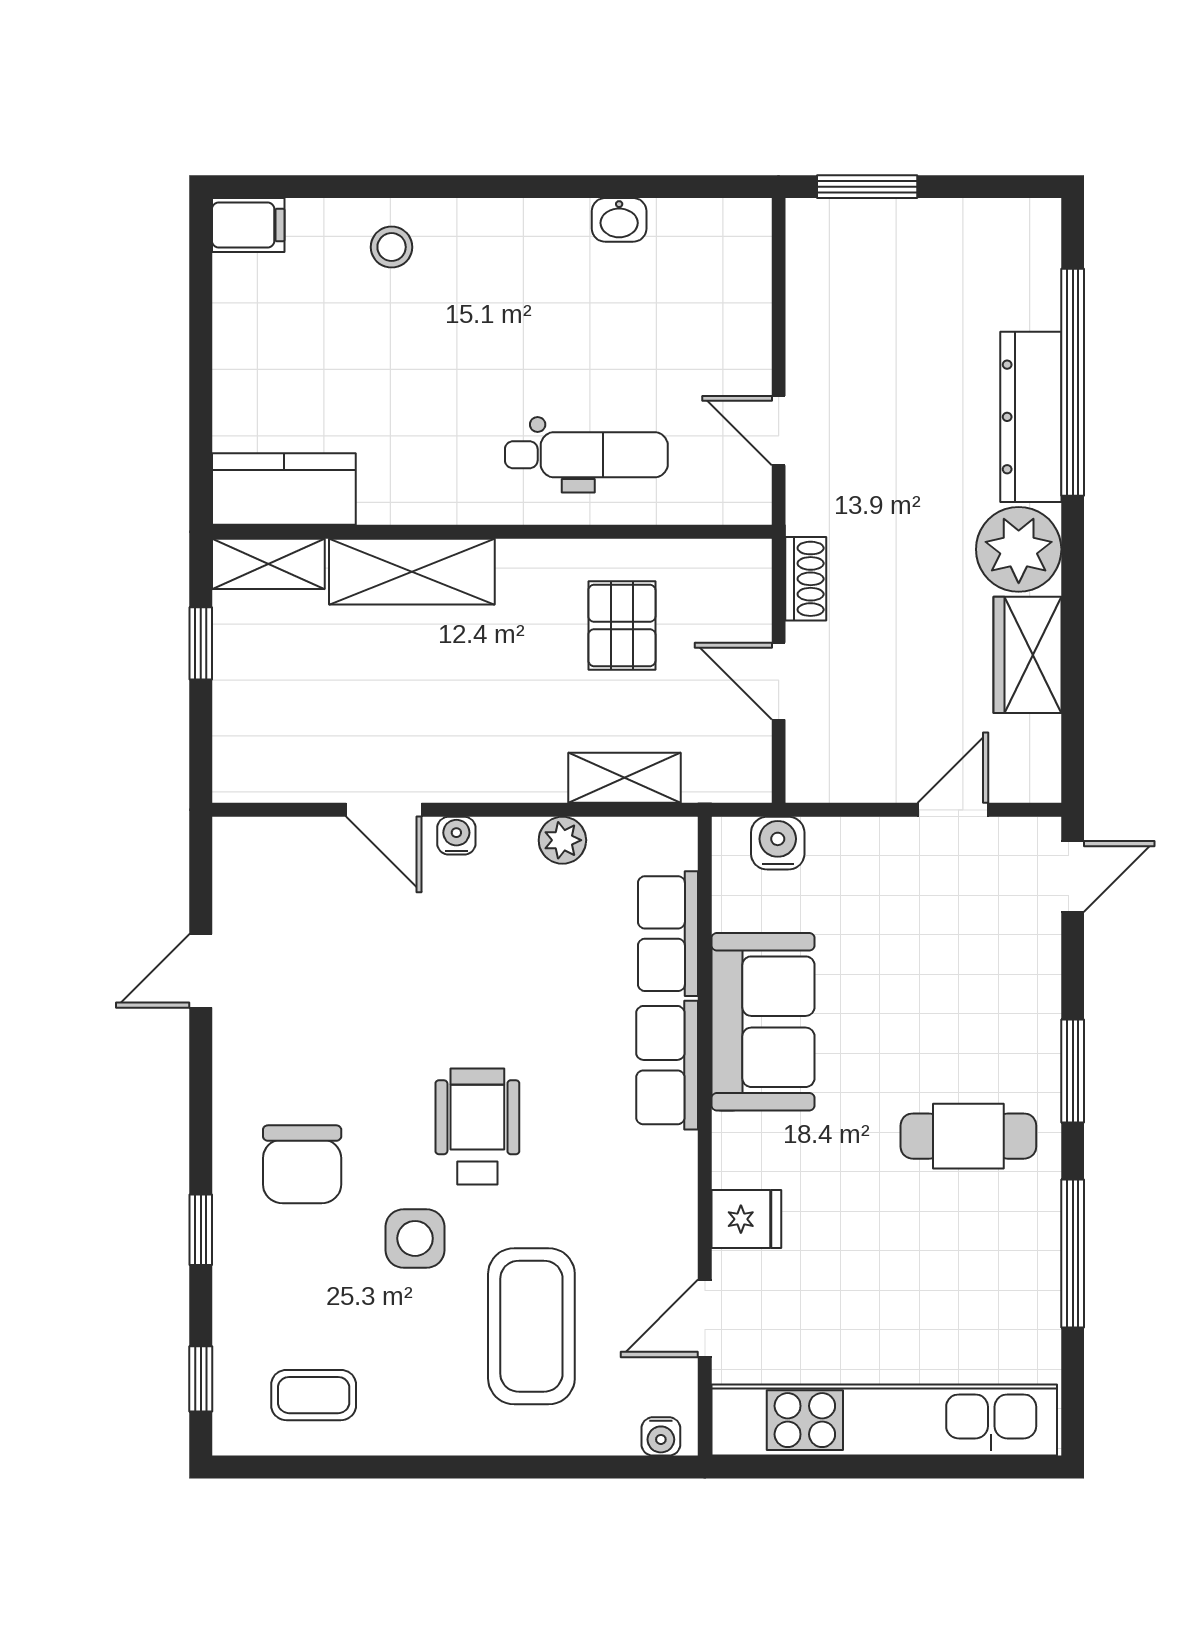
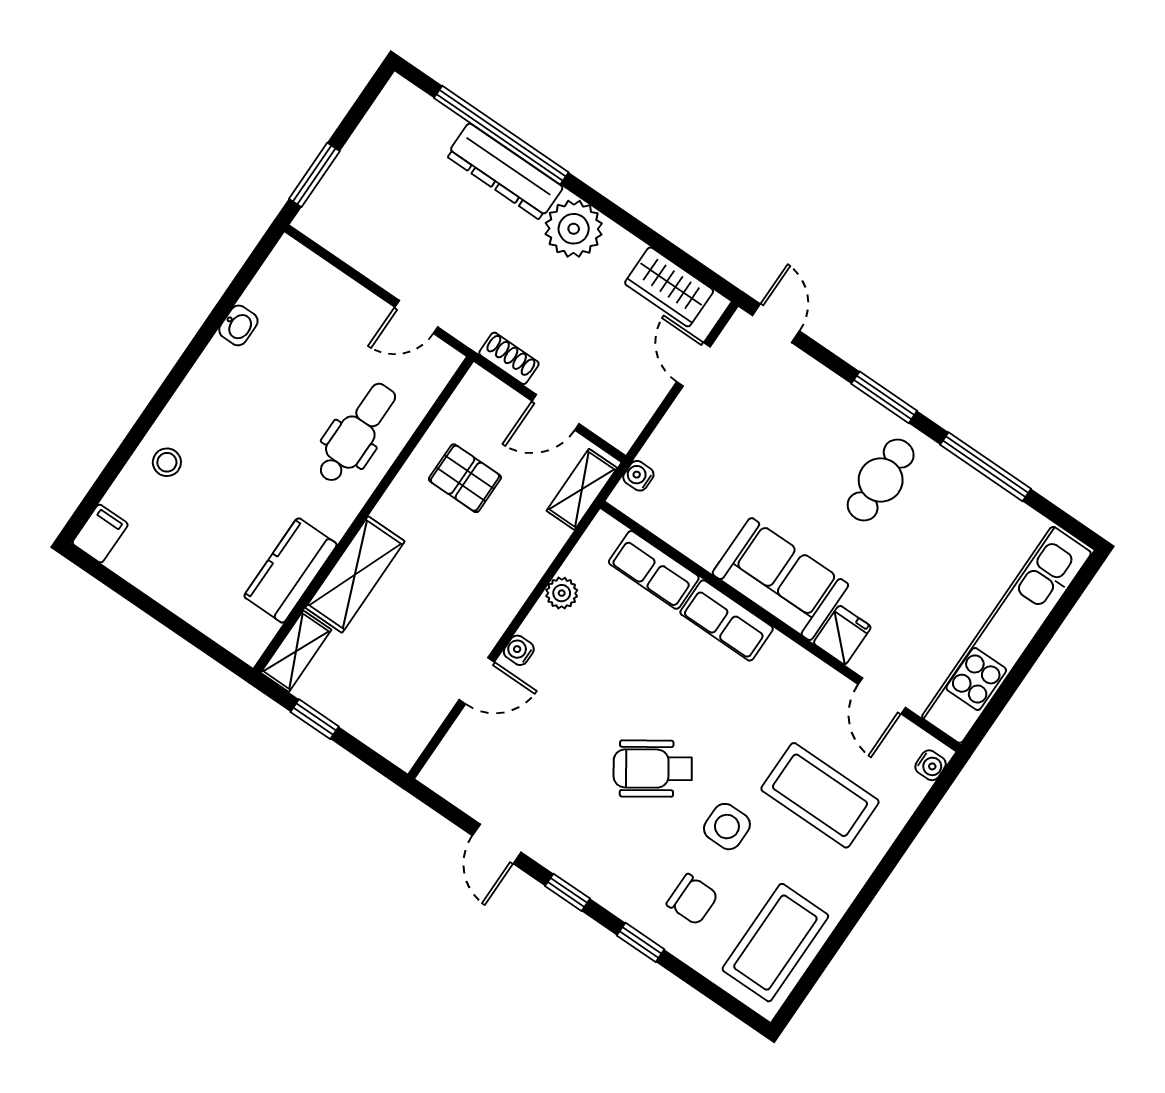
kitchen counter: (284, 489) -> (290, 570), moved
wardrobe: (1027, 655) -> (669, 287), moved
shelving: (624, 778) -> (582, 489), moved
water cooler: (778, 843) -> (638, 476), width x0.72, depth x0.72
sofa: (763, 1022) -> (780, 579), moved
wheelchair: (477, 1127) -> (653, 769), moved, turned -34
chair: (302, 1164) -> (692, 899), moved, width x0.73, depth x0.73
window: (201, 1379) -> (568, 892), moved
coffee table: (314, 1395) -> (775, 943), width x1.86, depth x1.72

